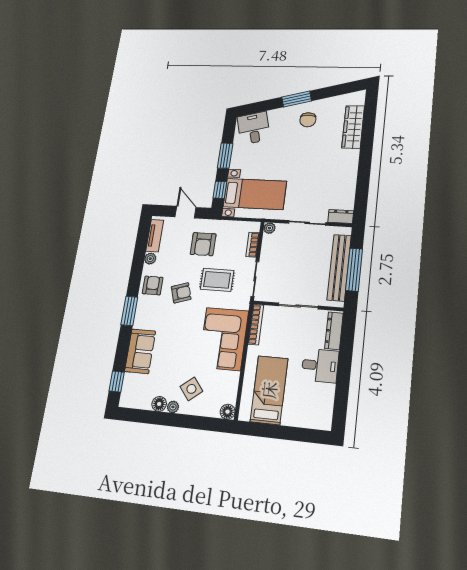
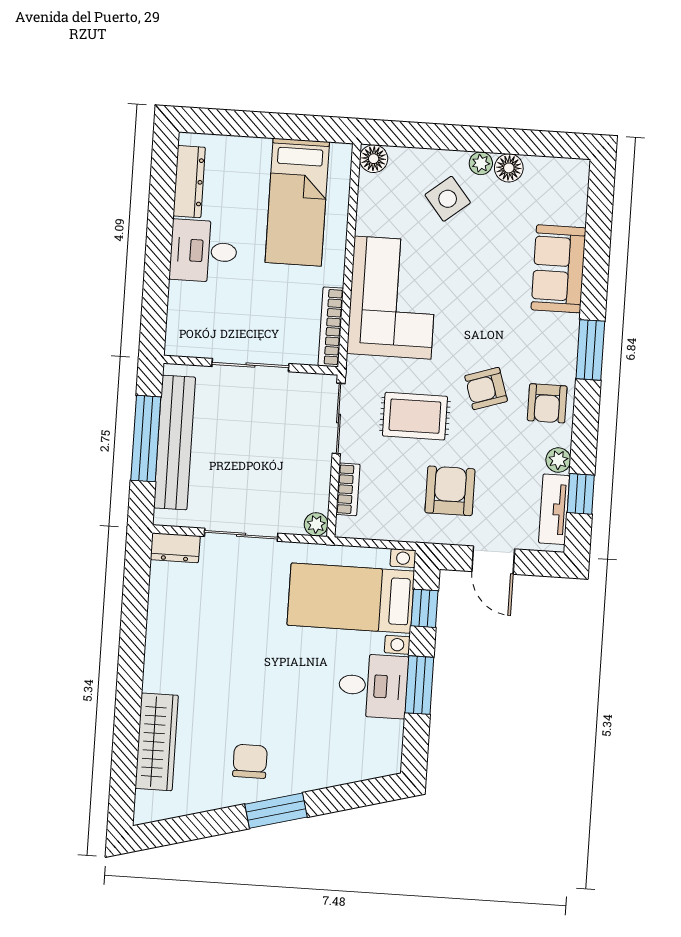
desk: (254, 128) -> (373, 686), moved, turned -75
dresser: (334, 331) -> (189, 182), moved
window: (117, 382) -> (581, 494), moved

